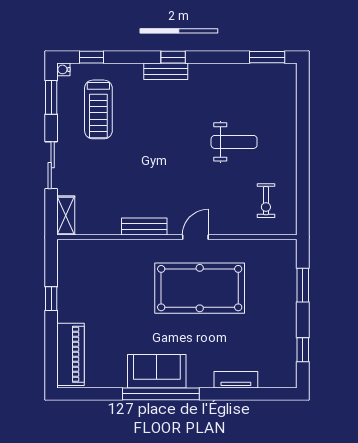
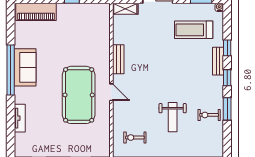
window: (91, 57) -> (227, 48), moved
window: (267, 57) -> (227, 109), moved
bench: (166, 71) -> (218, 61), moved
exercise bike: (231, 85) -> (209, 115), added

